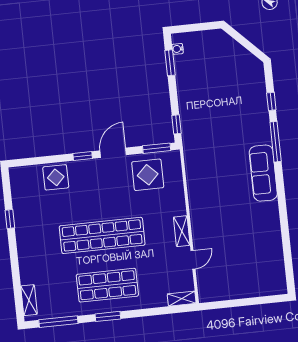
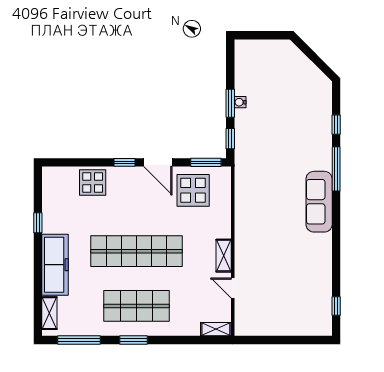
water cooler: (178, 49) -> (240, 102), moved
window: (170, 63) -> (230, 103), moved
door: (113, 153) -> (158, 162), swing flipped
freezer: (30, 256) -> (55, 265), added
door: (193, 260) -> (233, 288), swing flipped
window: (289, 266) -> (336, 306), added

